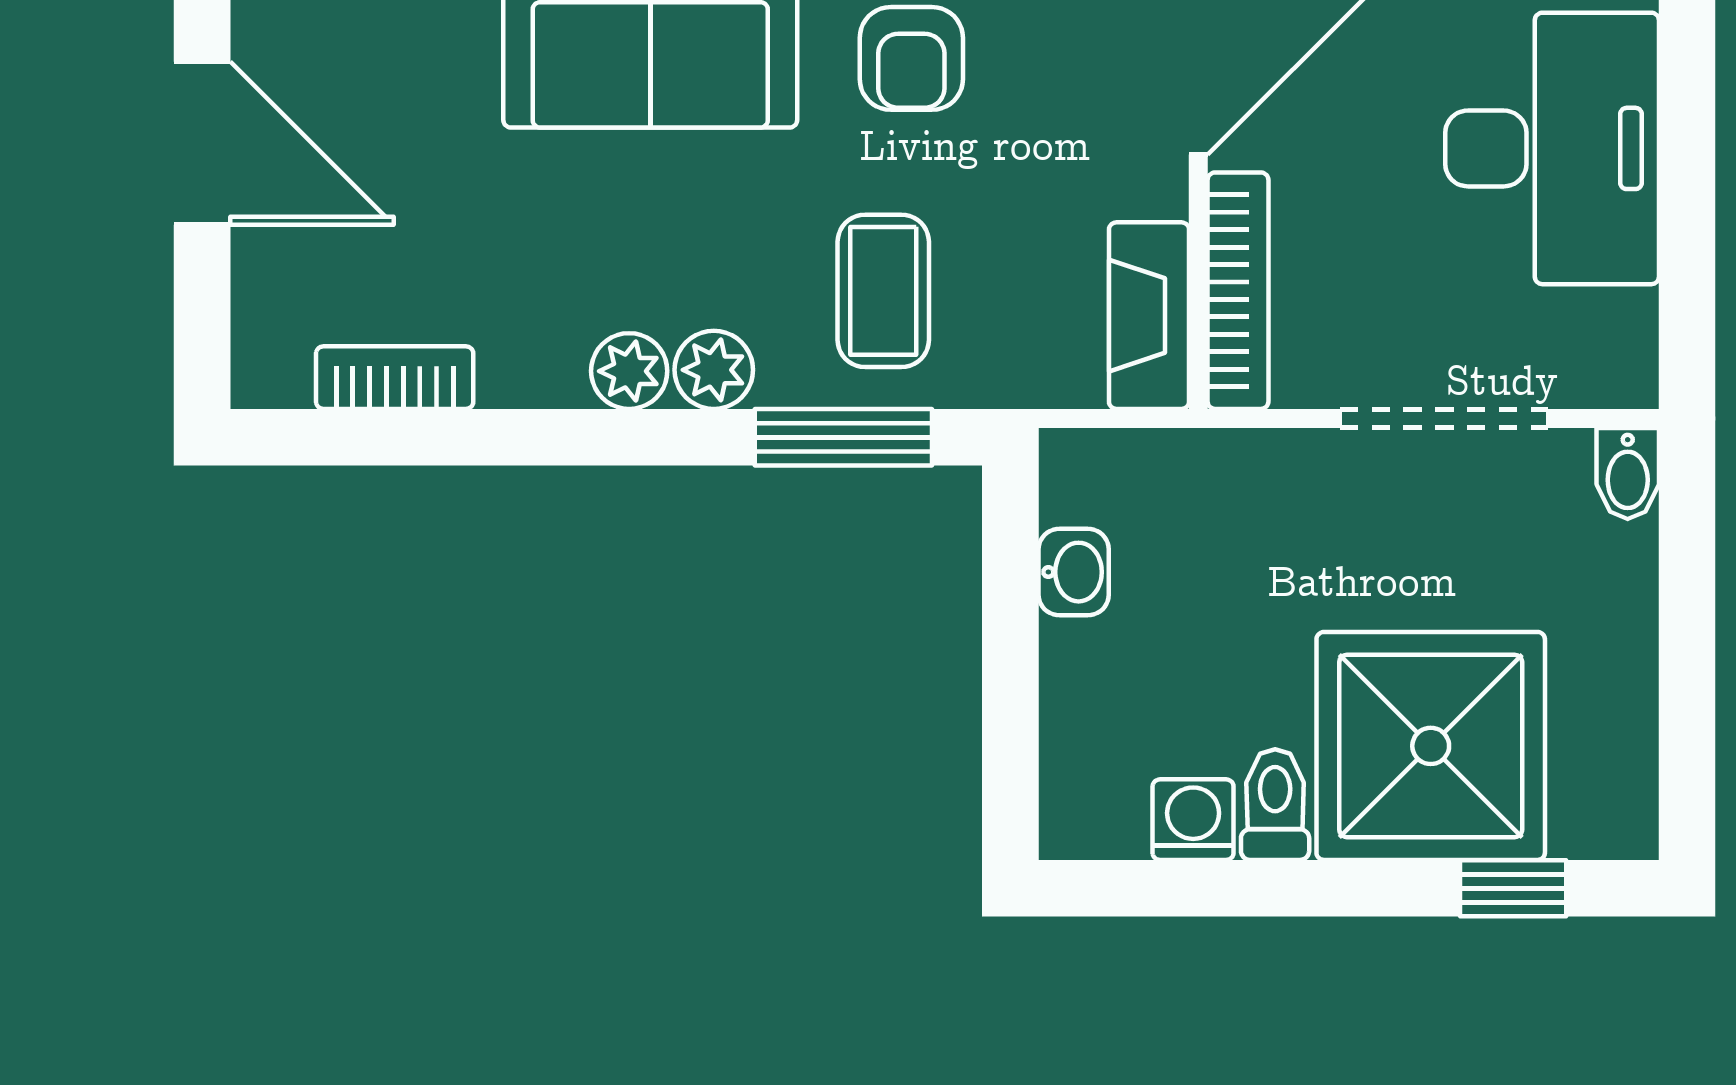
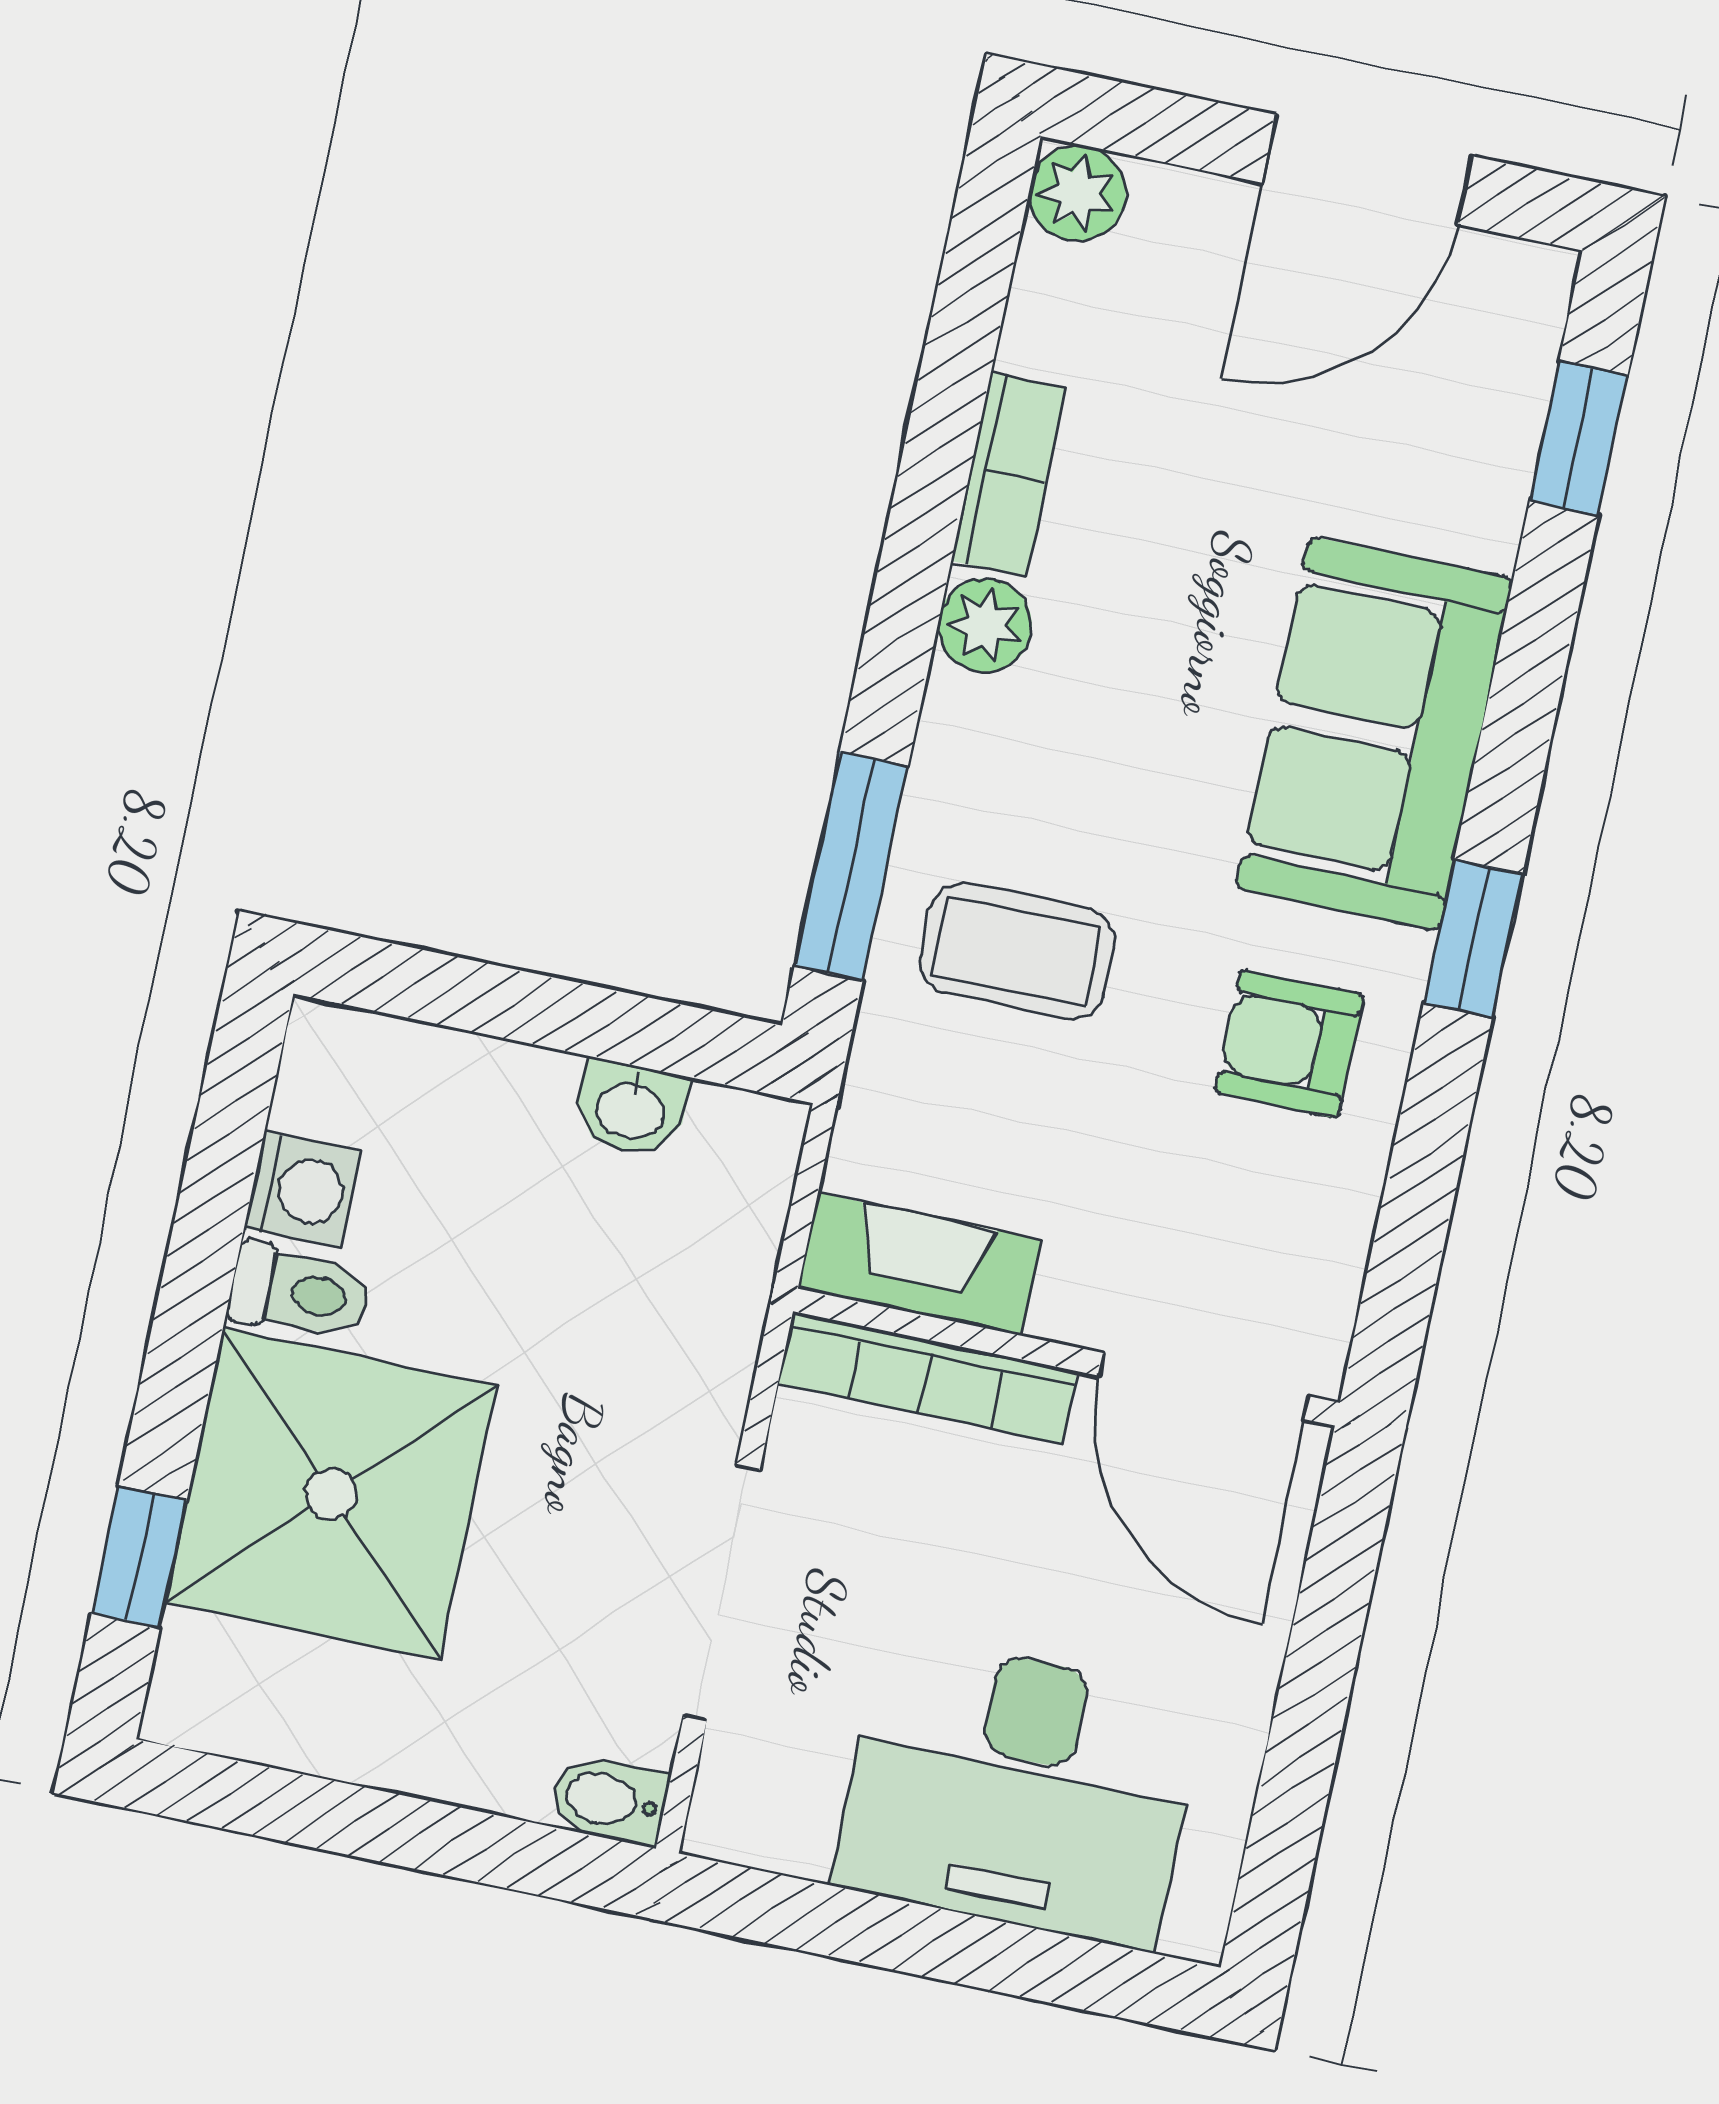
plant: (714, 370) -> (1078, 193), moved
bookcase: (395, 378) -> (1009, 474), moved

